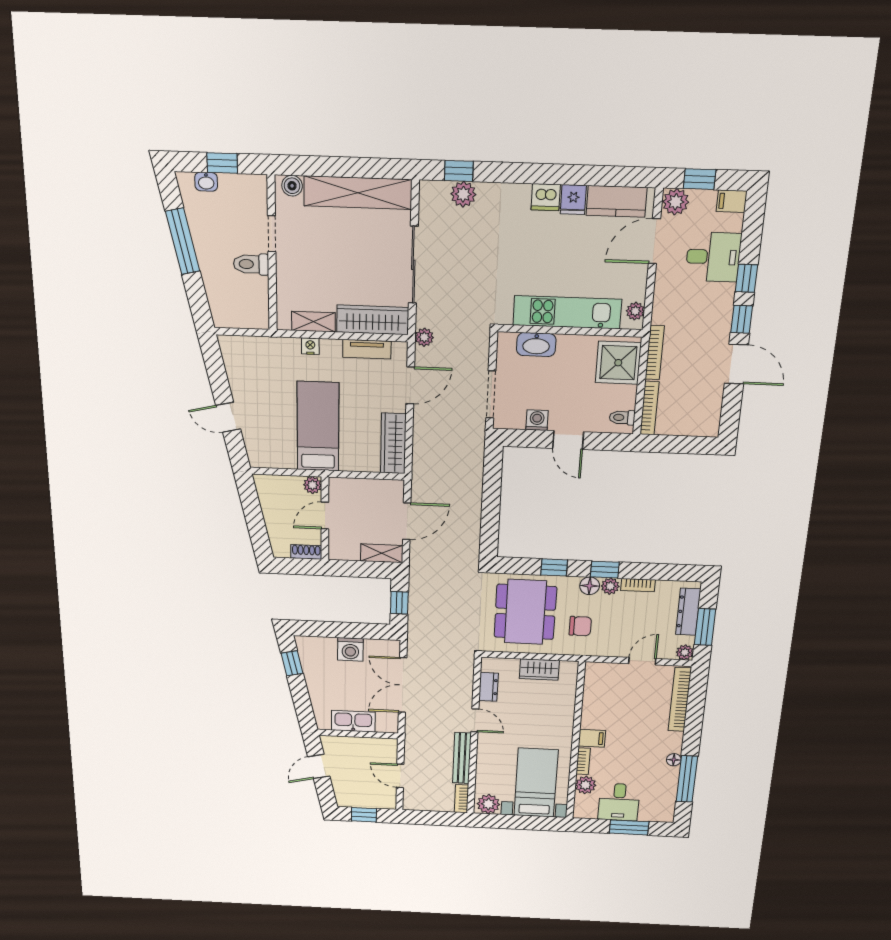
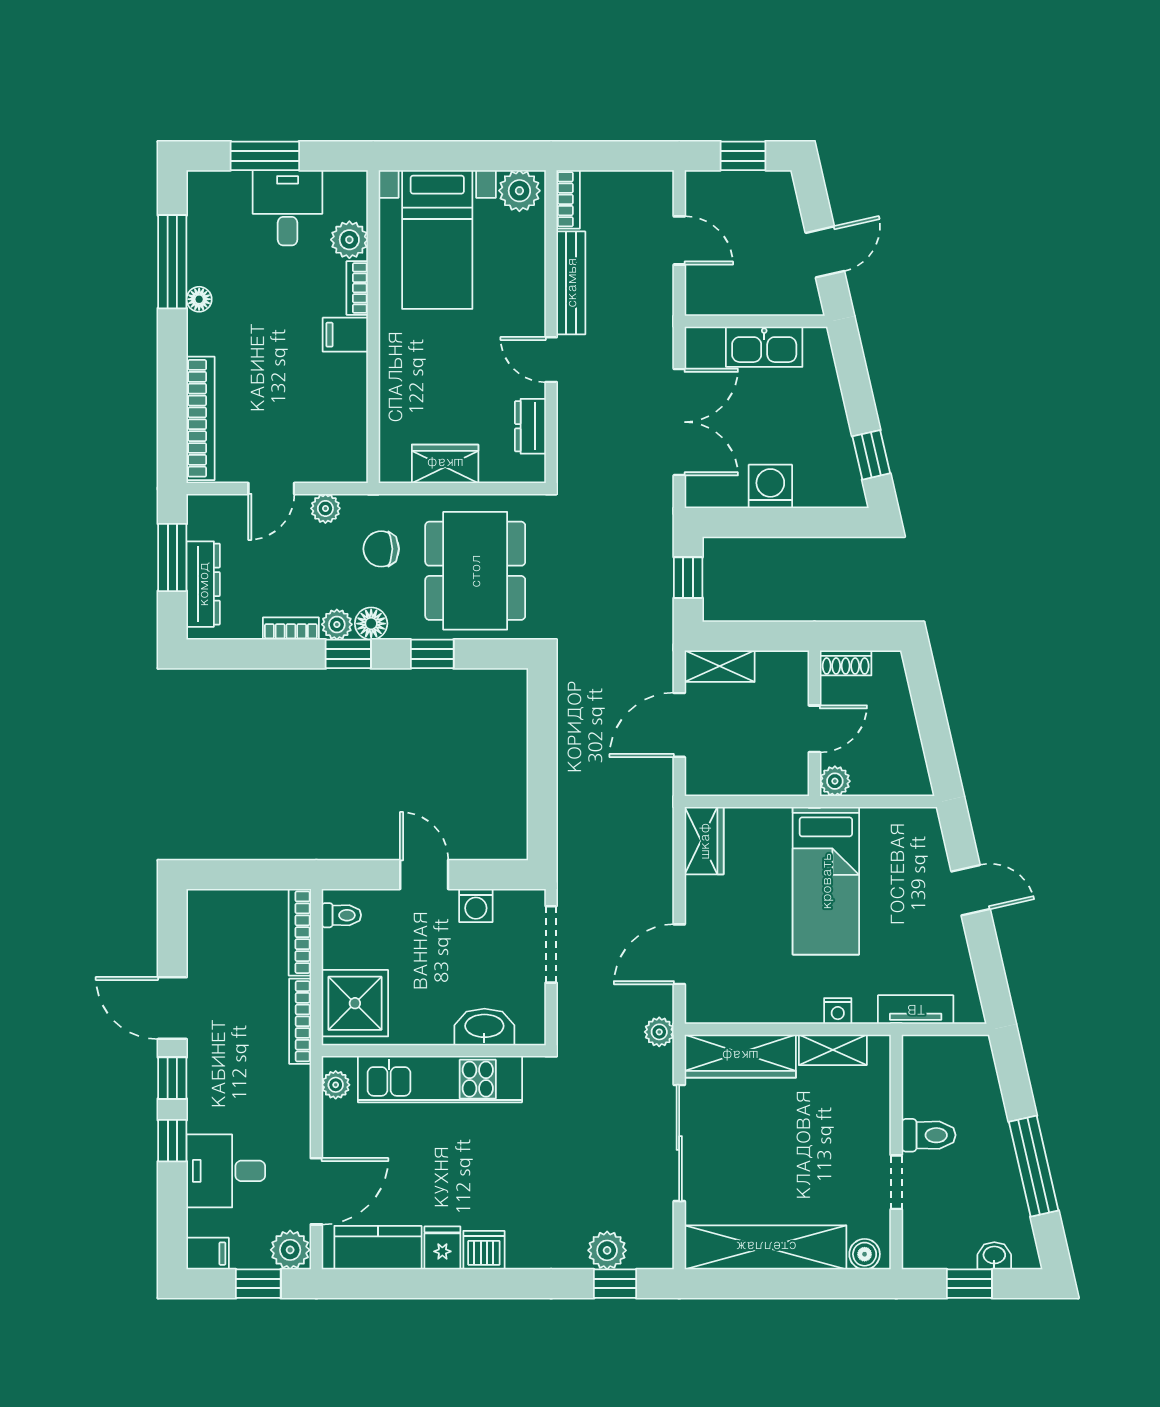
tv unit: (367, 349) -> (916, 1010), moved
wardrobe: (393, 443) -> (704, 841), width x0.67
plant: (685, 652) -> (325, 508), moved

